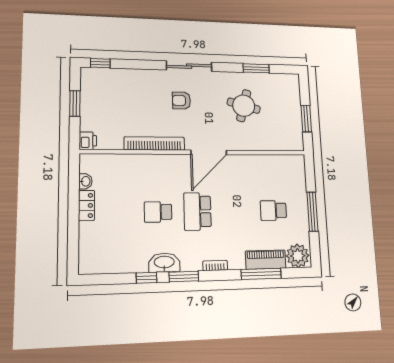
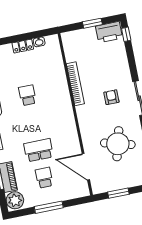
round table: (244, 106) -> (118, 144), width x1.36, depth x1.36
printer: (88, 141) -> (109, 32), moved, width x1.87, depth x1.48
door: (209, 152) -> (86, 167), moved
school desk: (197, 211) -> (39, 150), moved

